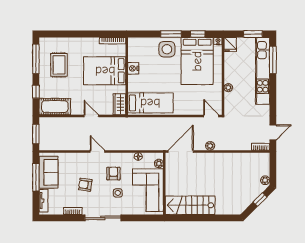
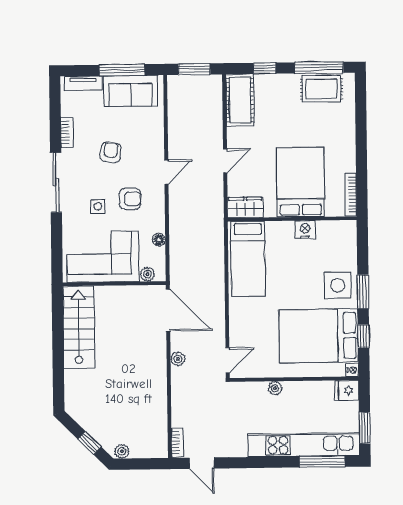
rug: (59, 65) -> (322, 89), moved

